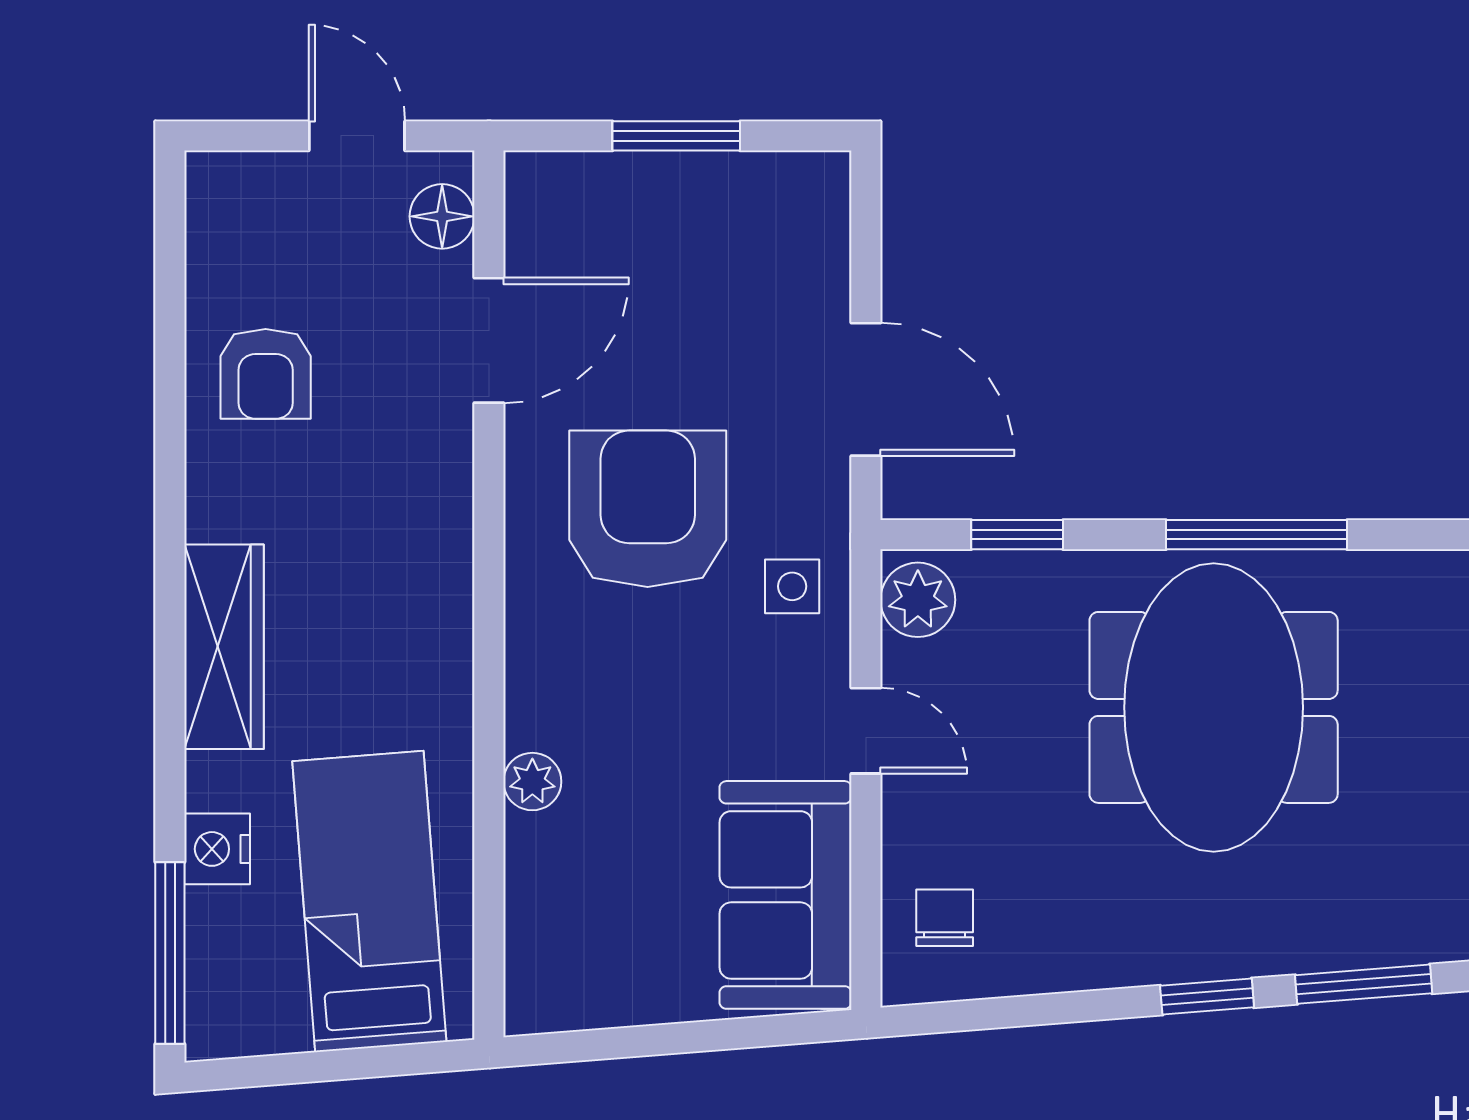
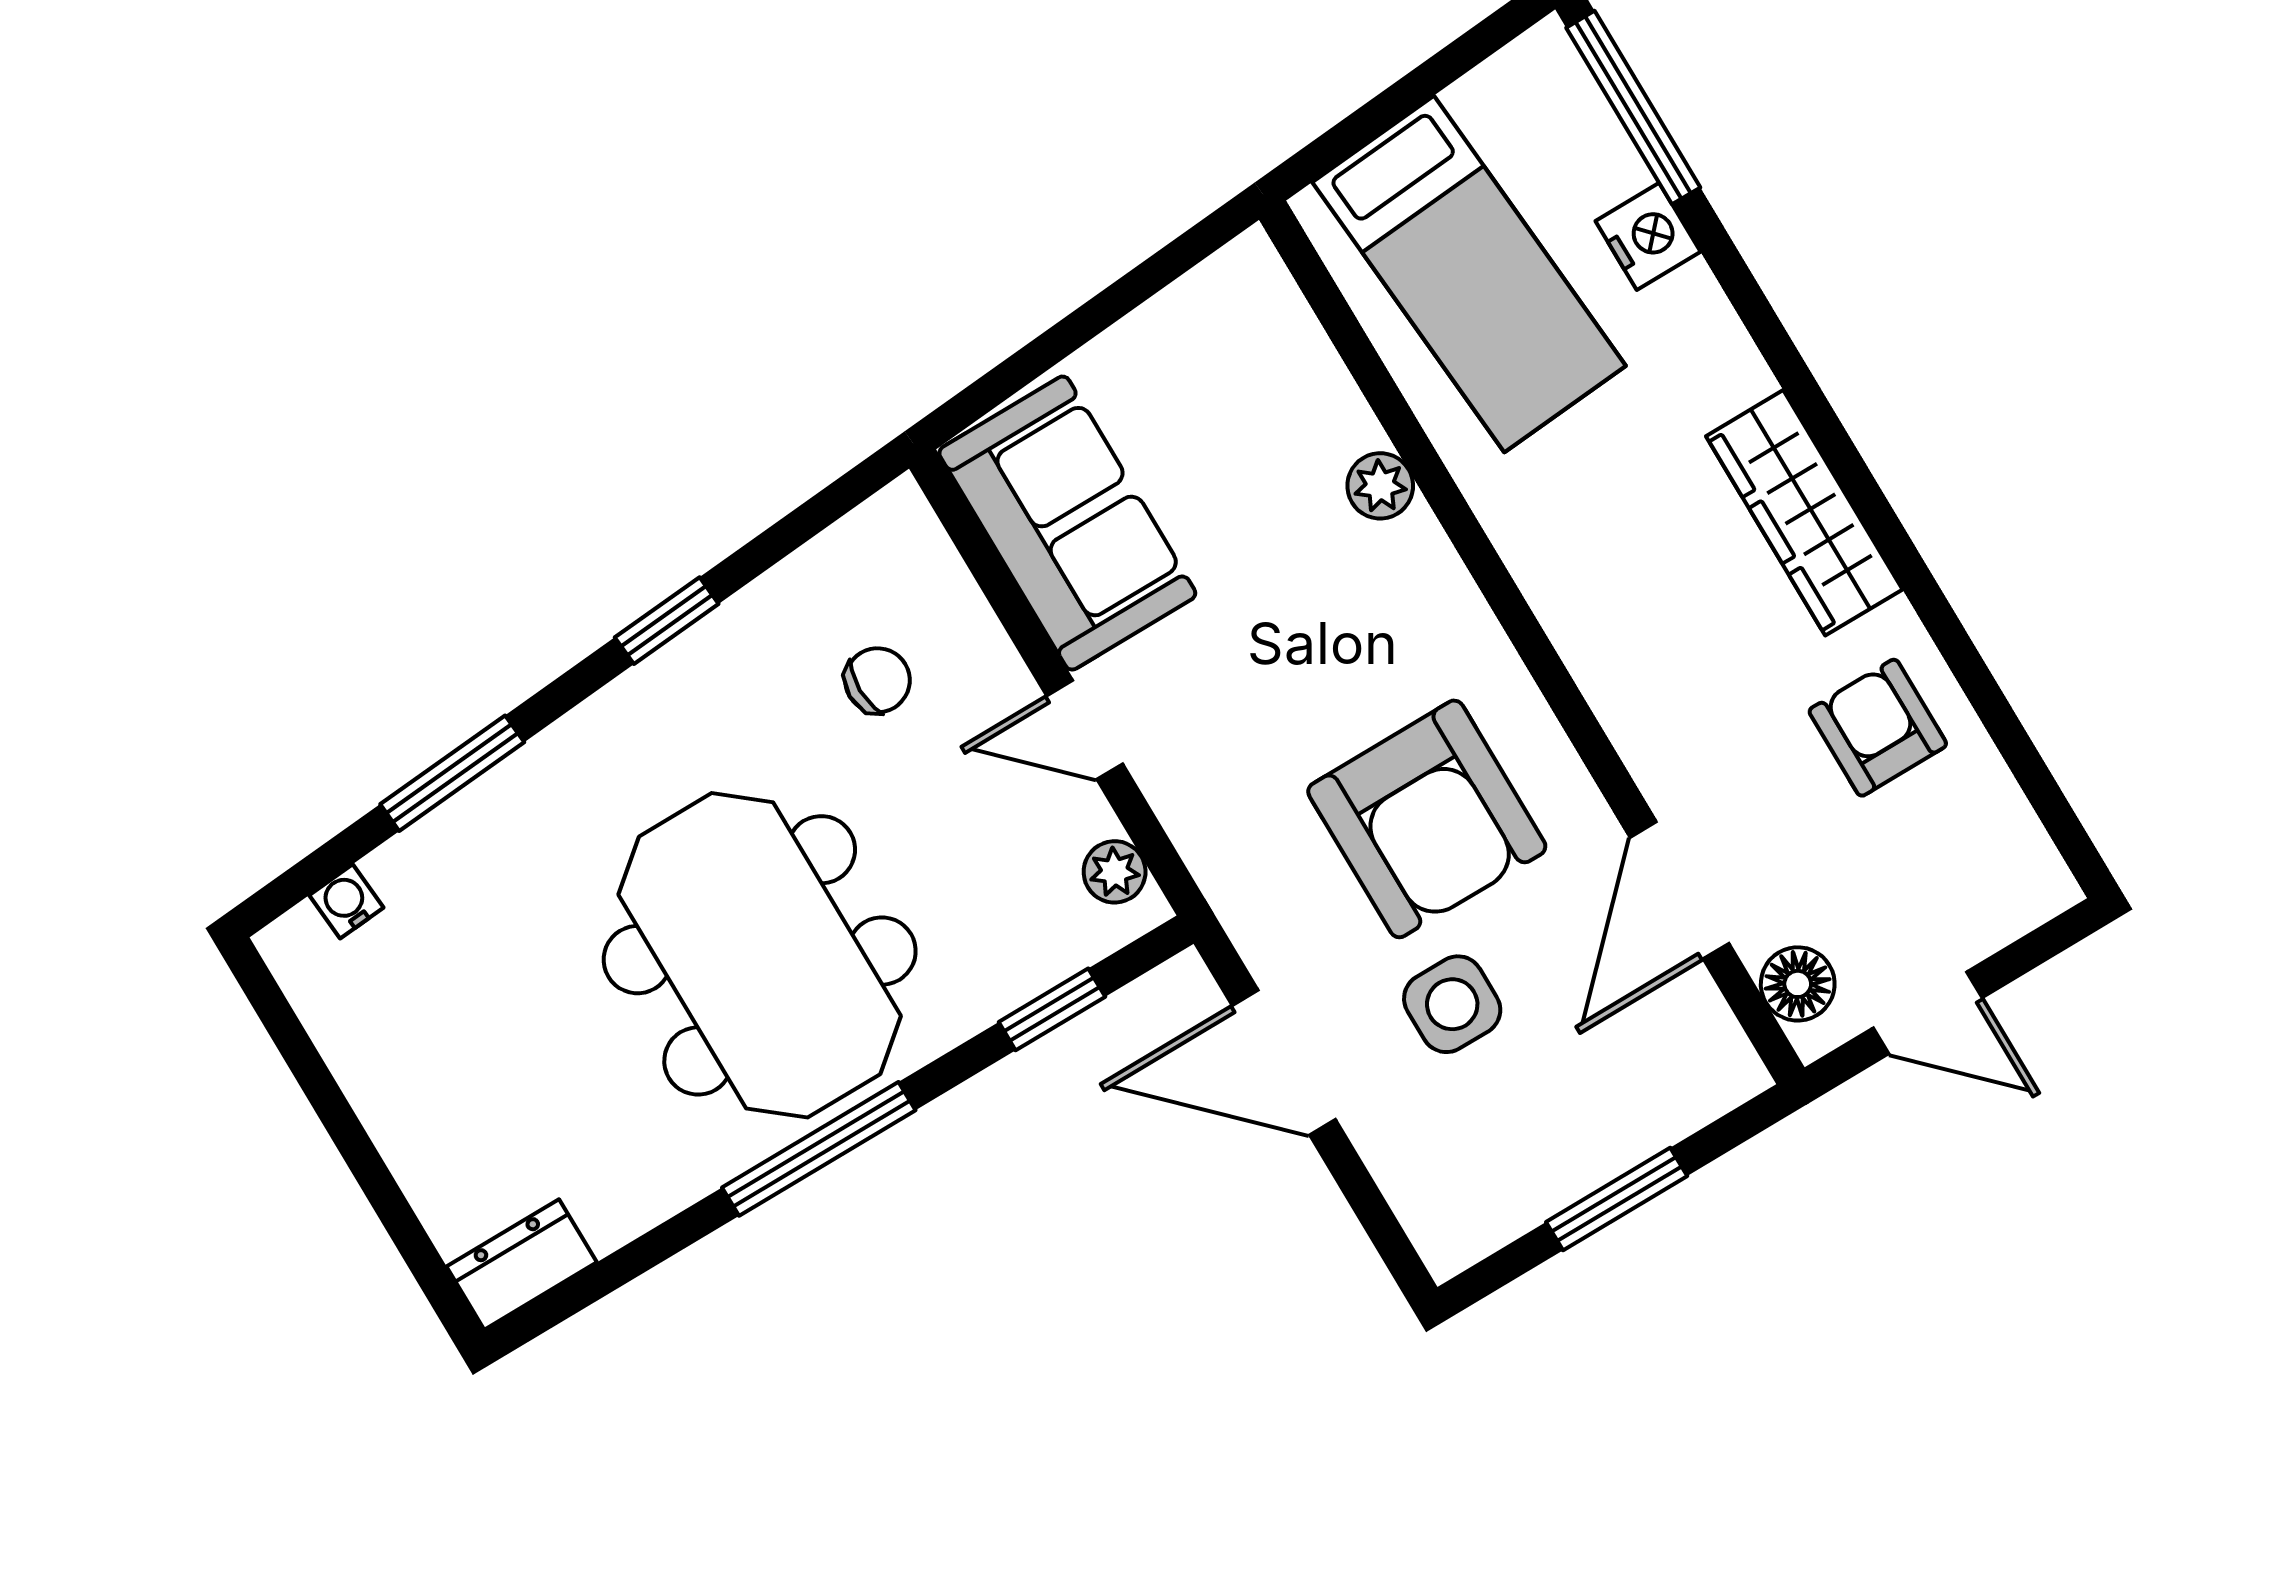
side table: (792, 586) -> (1452, 1004), moved, width x1.37, depth x1.37
plant: (918, 600) -> (1115, 872), width x0.73, depth x0.73
wardrobe: (224, 647) -> (1804, 513), moved
chair: (945, 918) -> (878, 680), moved, turned -90
window: (1207, 997) -> (667, 621), moved

